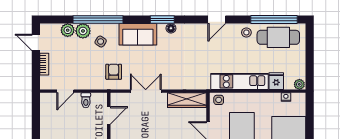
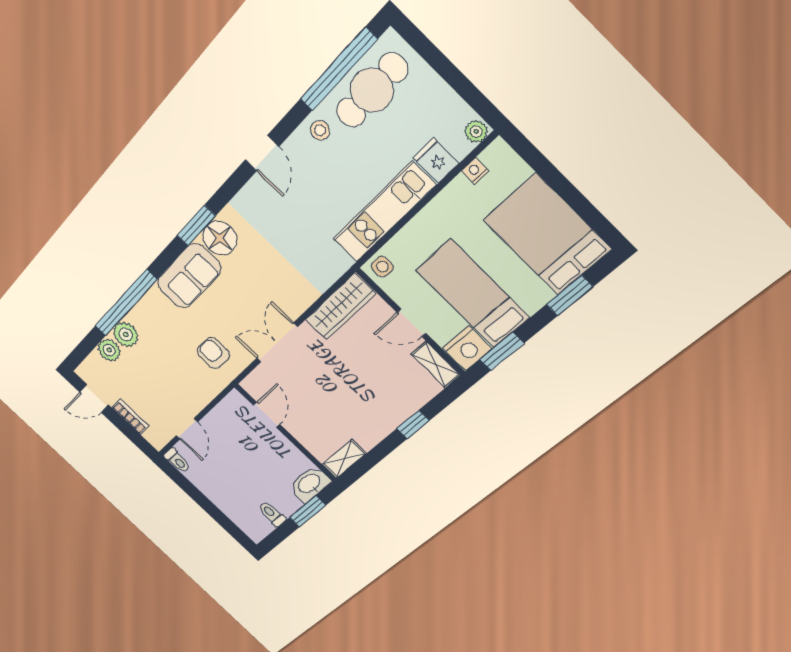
floor lamp: (171, 28) -> (220, 238), width x1.89, depth x1.89
side table: (101, 42) -> (158, 328), removed
toilet: (86, 100) -> (177, 461), moved

